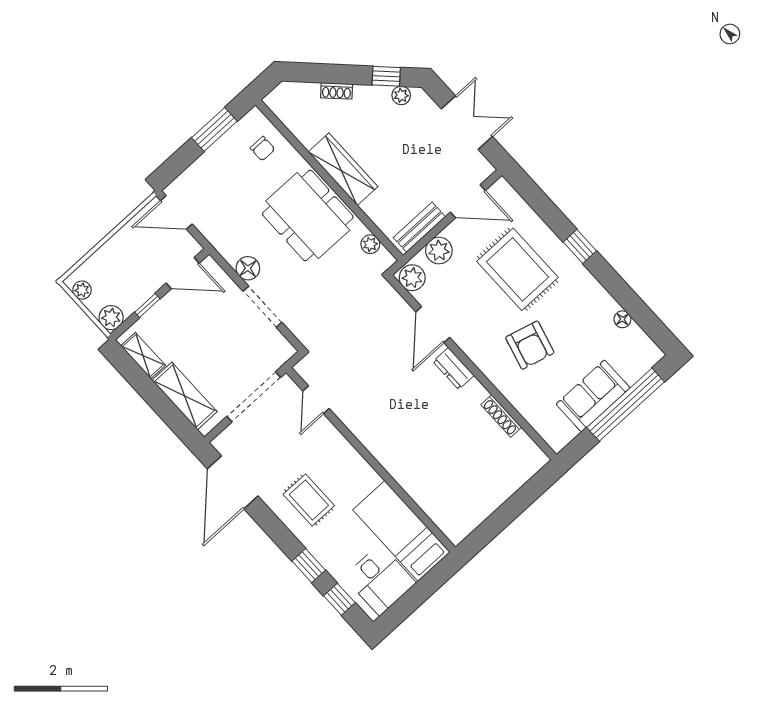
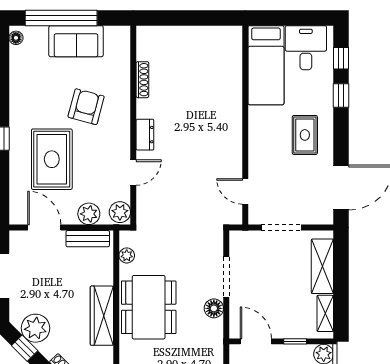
plant: (401, 95) -> (35, 328), width x1.88, depth x1.88
floor lamp: (622, 319) -> (16, 38), moved
door: (433, 325) -> (133, 172), width x0.73
doorway: (254, 397) -> (281, 228), width x0.73
door: (316, 400) -> (245, 192), swing flipped

